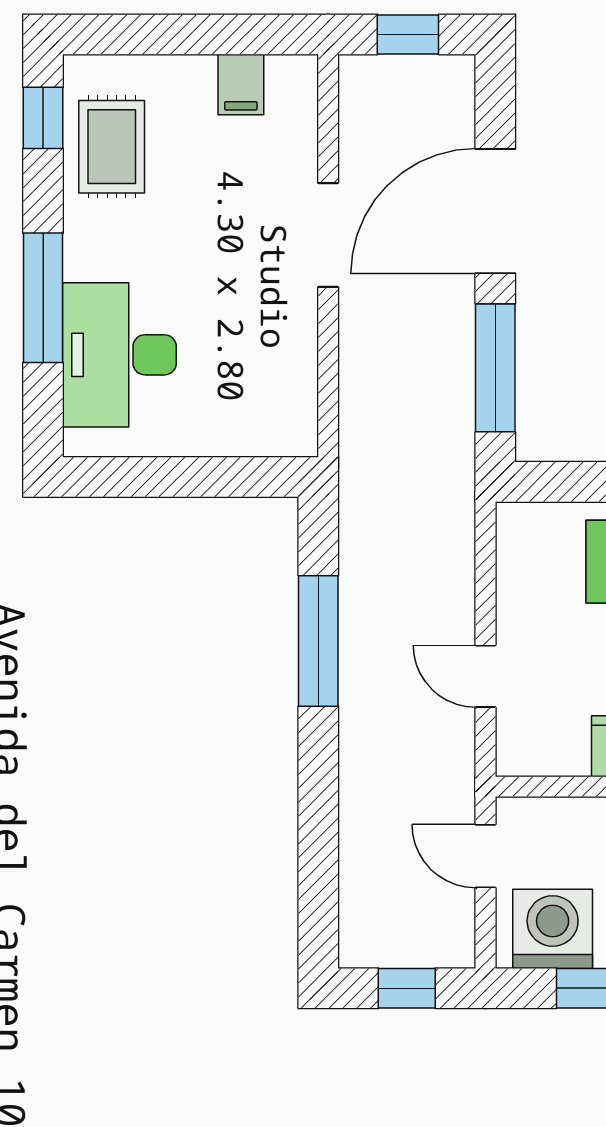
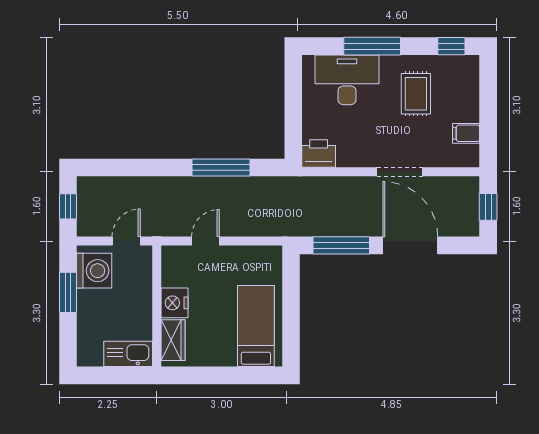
rug: (112, 147) -> (416, 94), moved, turned 90
printer: (287, 419) -> (319, 154), added

